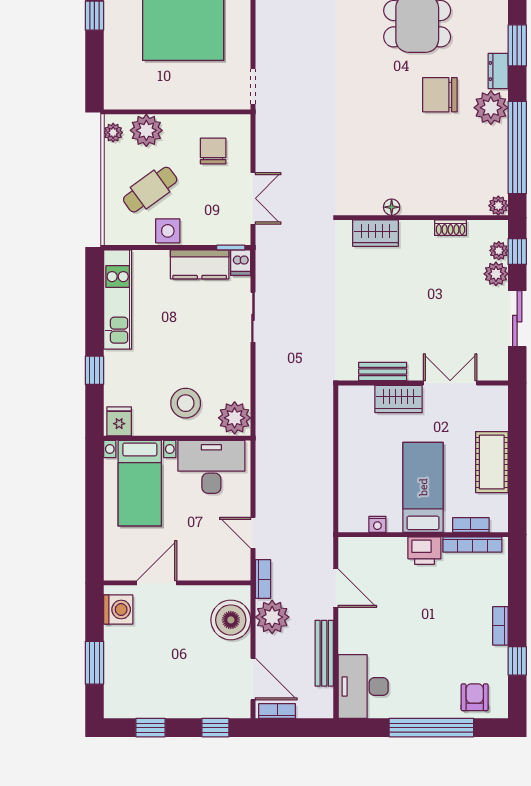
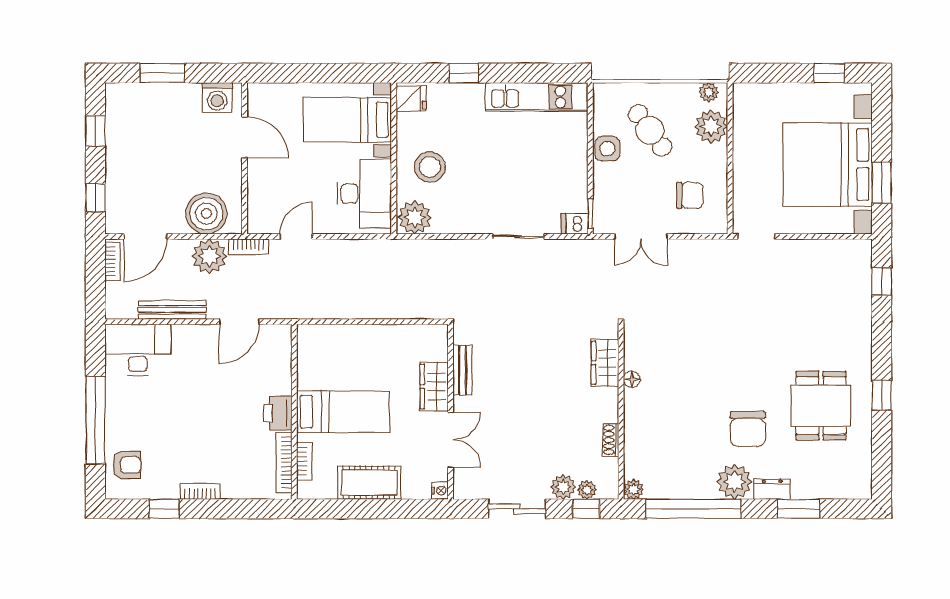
chair: (440, 95) -> (748, 429), turned 180
kitchen counter: (200, 264) -> (573, 181), removed
nightstand: (377, 524) -> (440, 491), moved, turned 180

